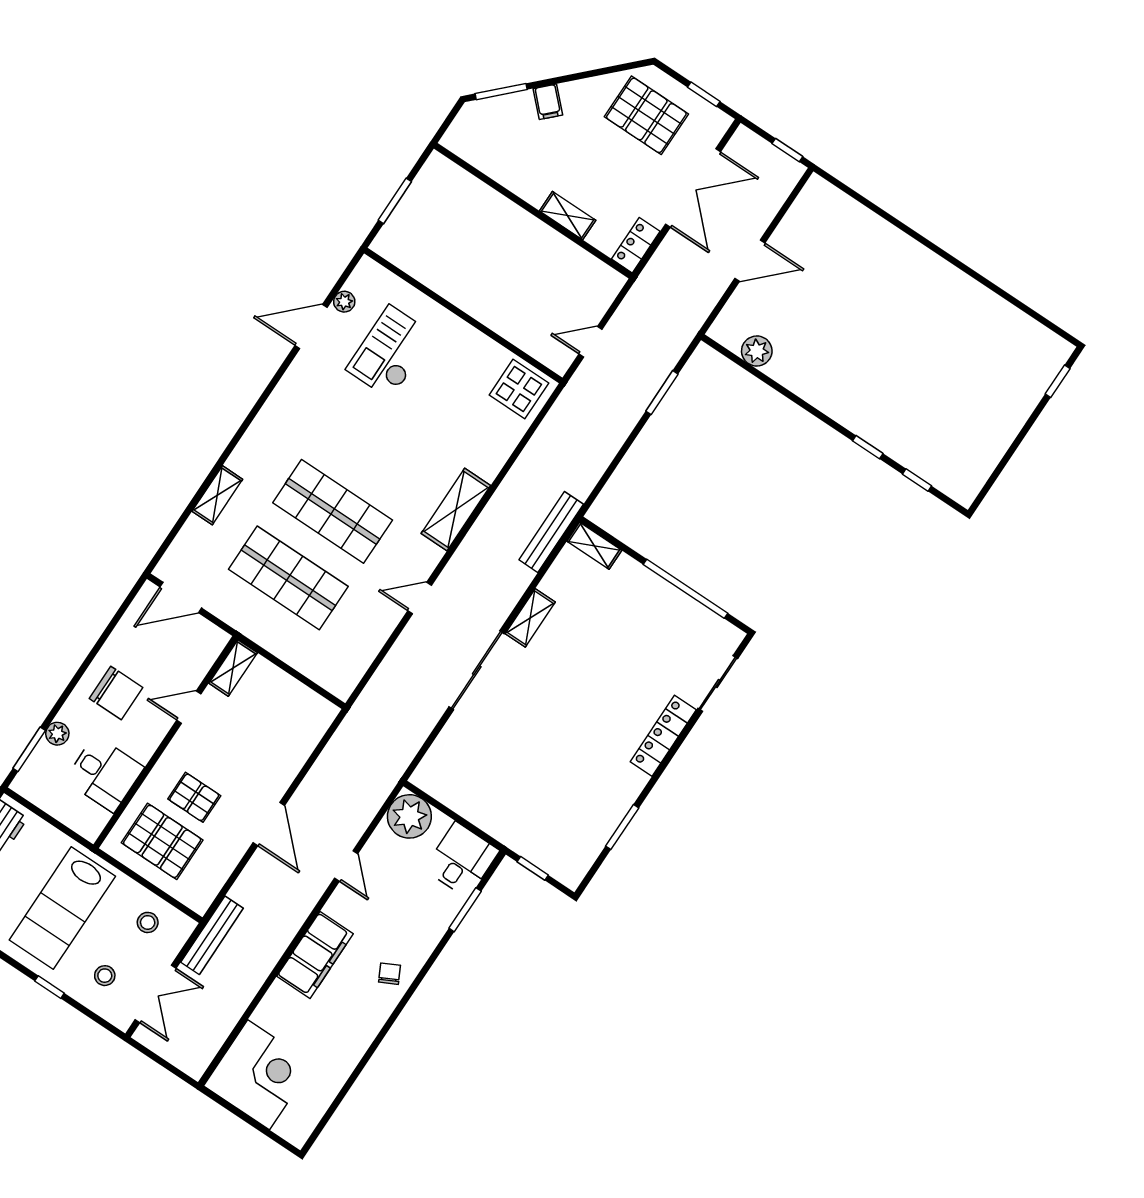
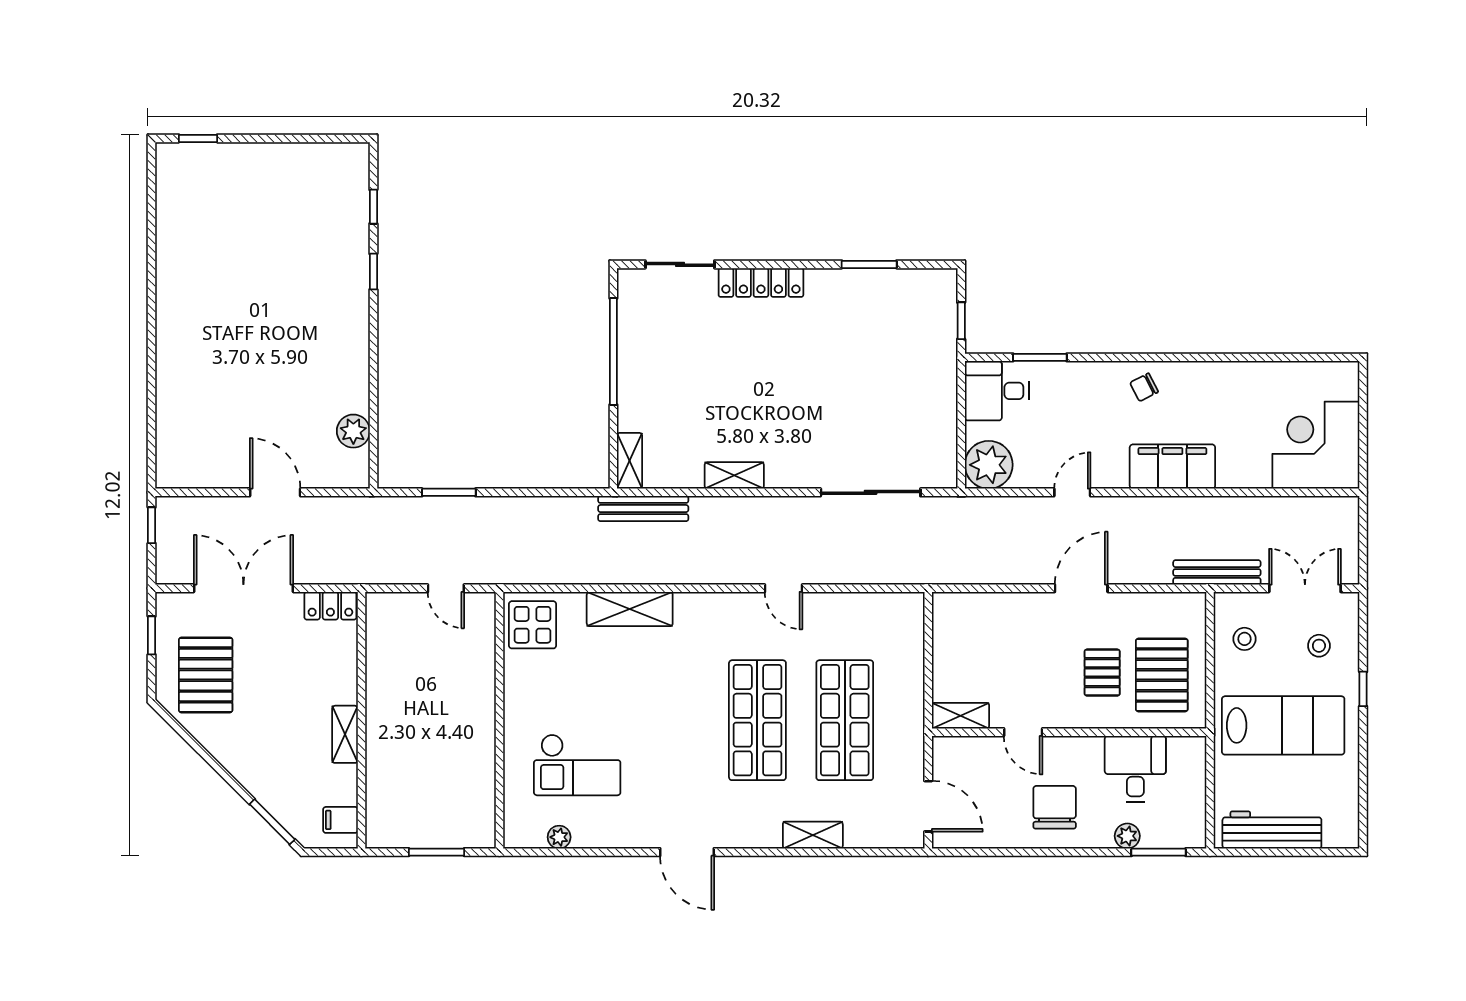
filing cabinet: (548, 102) -> (340, 820), moved, turned -135
shelving: (568, 216) -> (345, 734), moved
door: (311, 326) -> (687, 852), moved
shelving: (456, 509) -> (630, 609), moved
sliding door: (477, 670) -> (871, 492), moved

